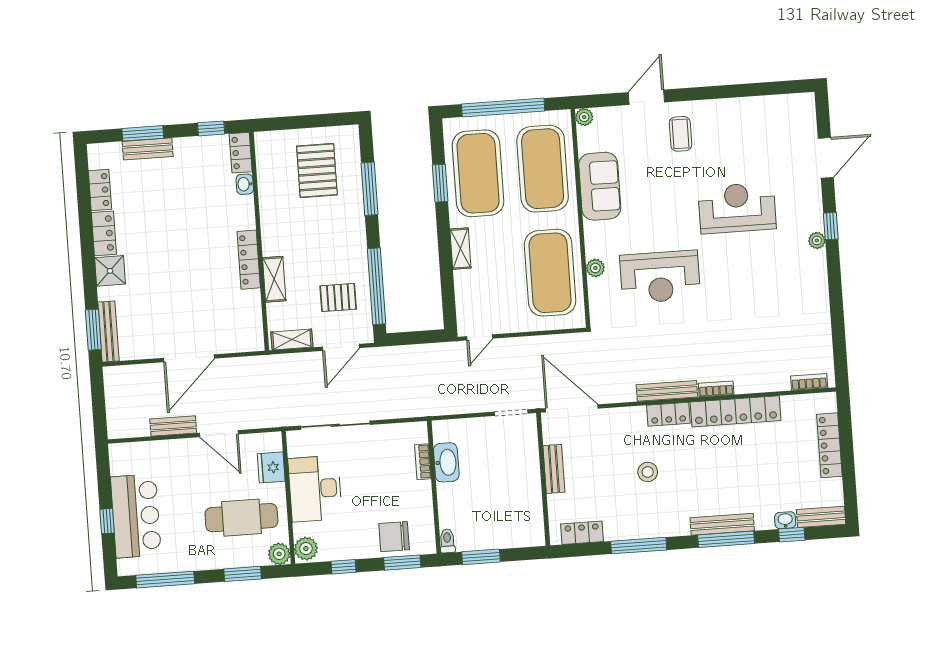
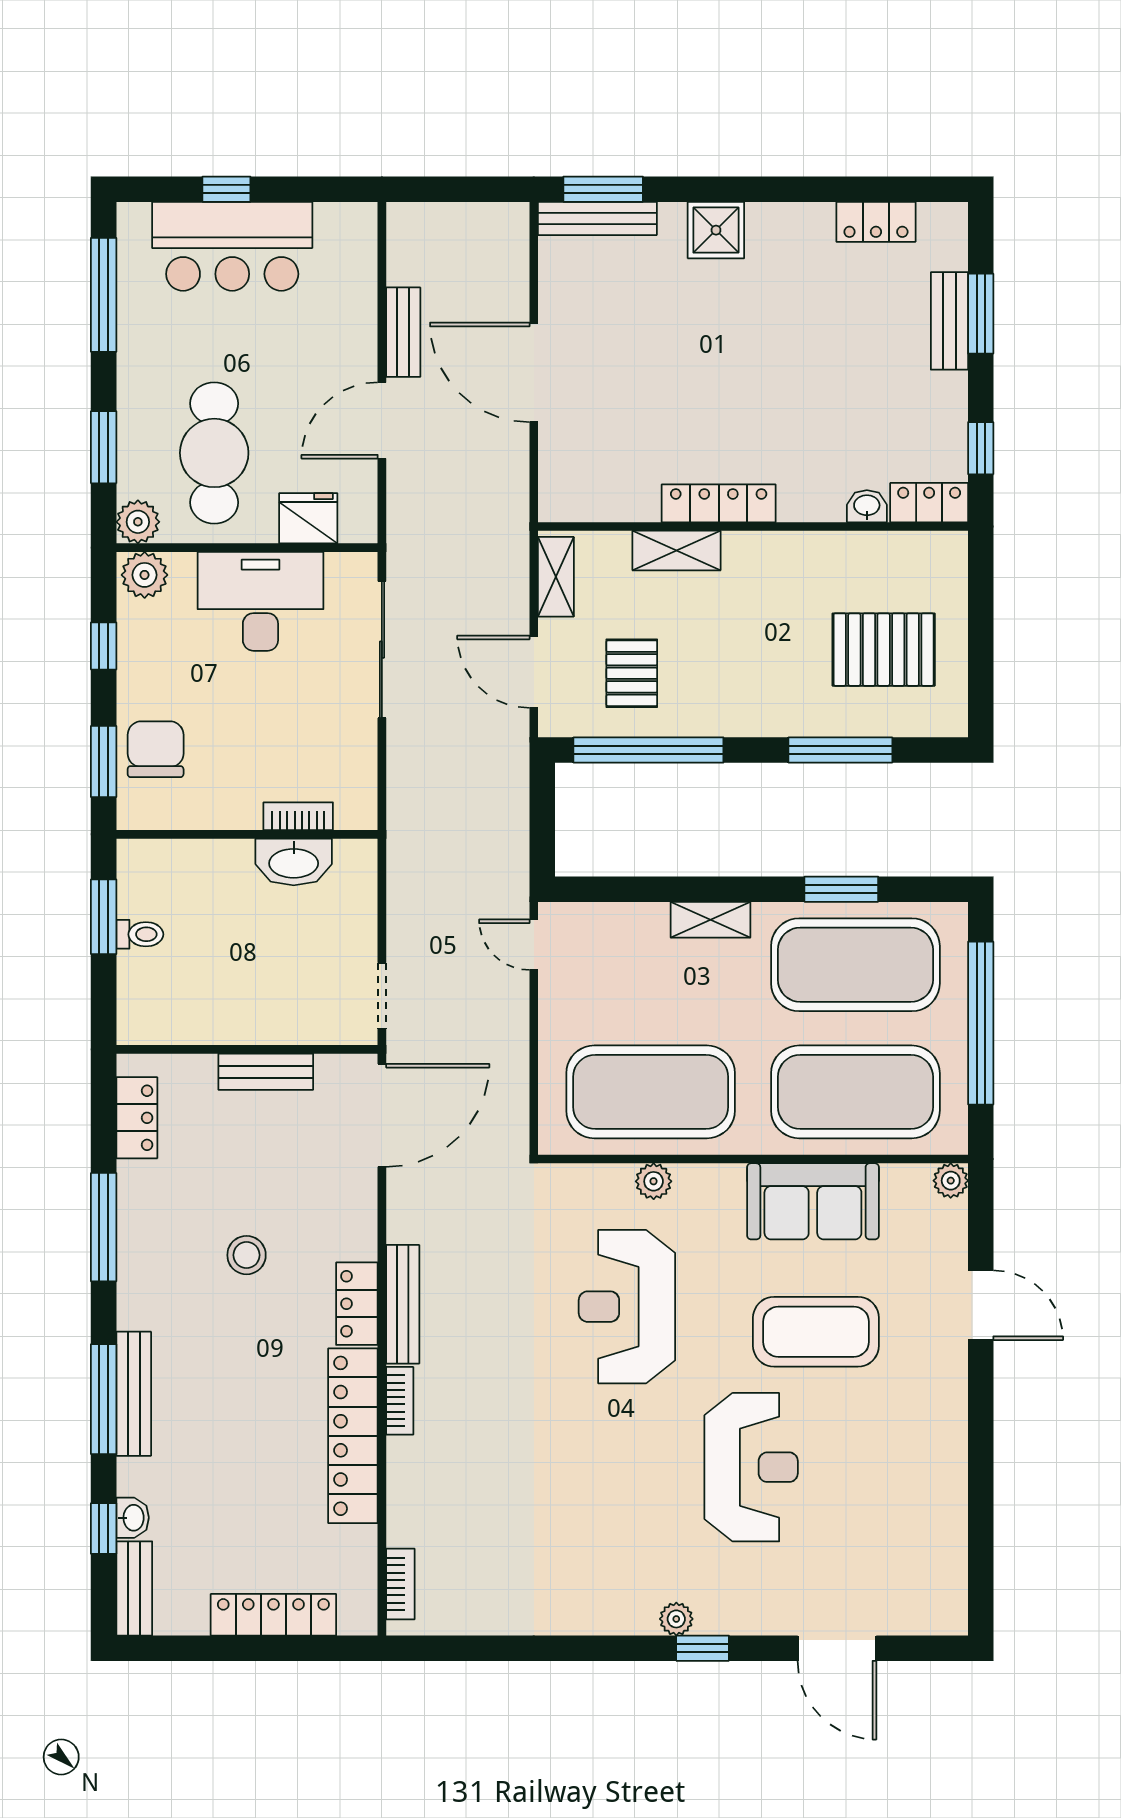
coffee table: (681, 134) -> (816, 1332), moved, width x1.86, depth x1.72
locker: (104, 233) -> (790, 223), removed
toilet: (447, 541) -> (140, 934), moved

